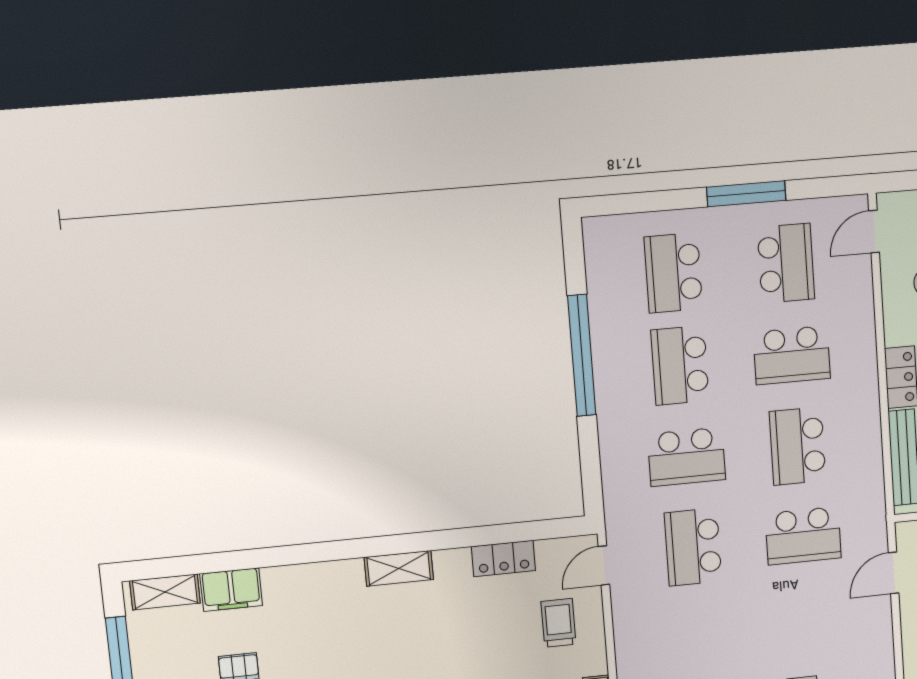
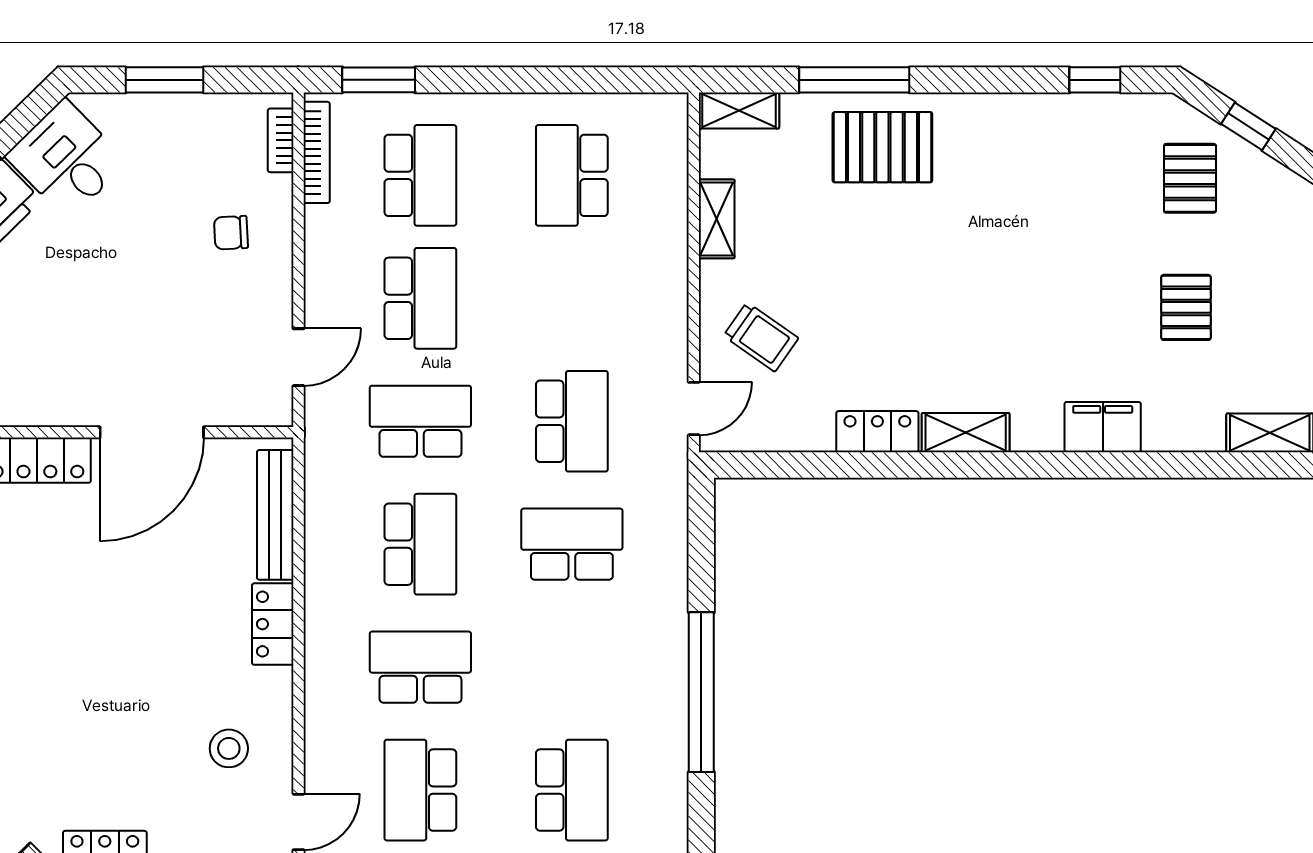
school desk: (680, 365) -> (420, 298), moved
locker: (503, 559) -> (877, 432), moved
filing cabinet: (231, 590) -> (1103, 427), moved
trolley: (558, 623) -> (761, 337), turned -55

